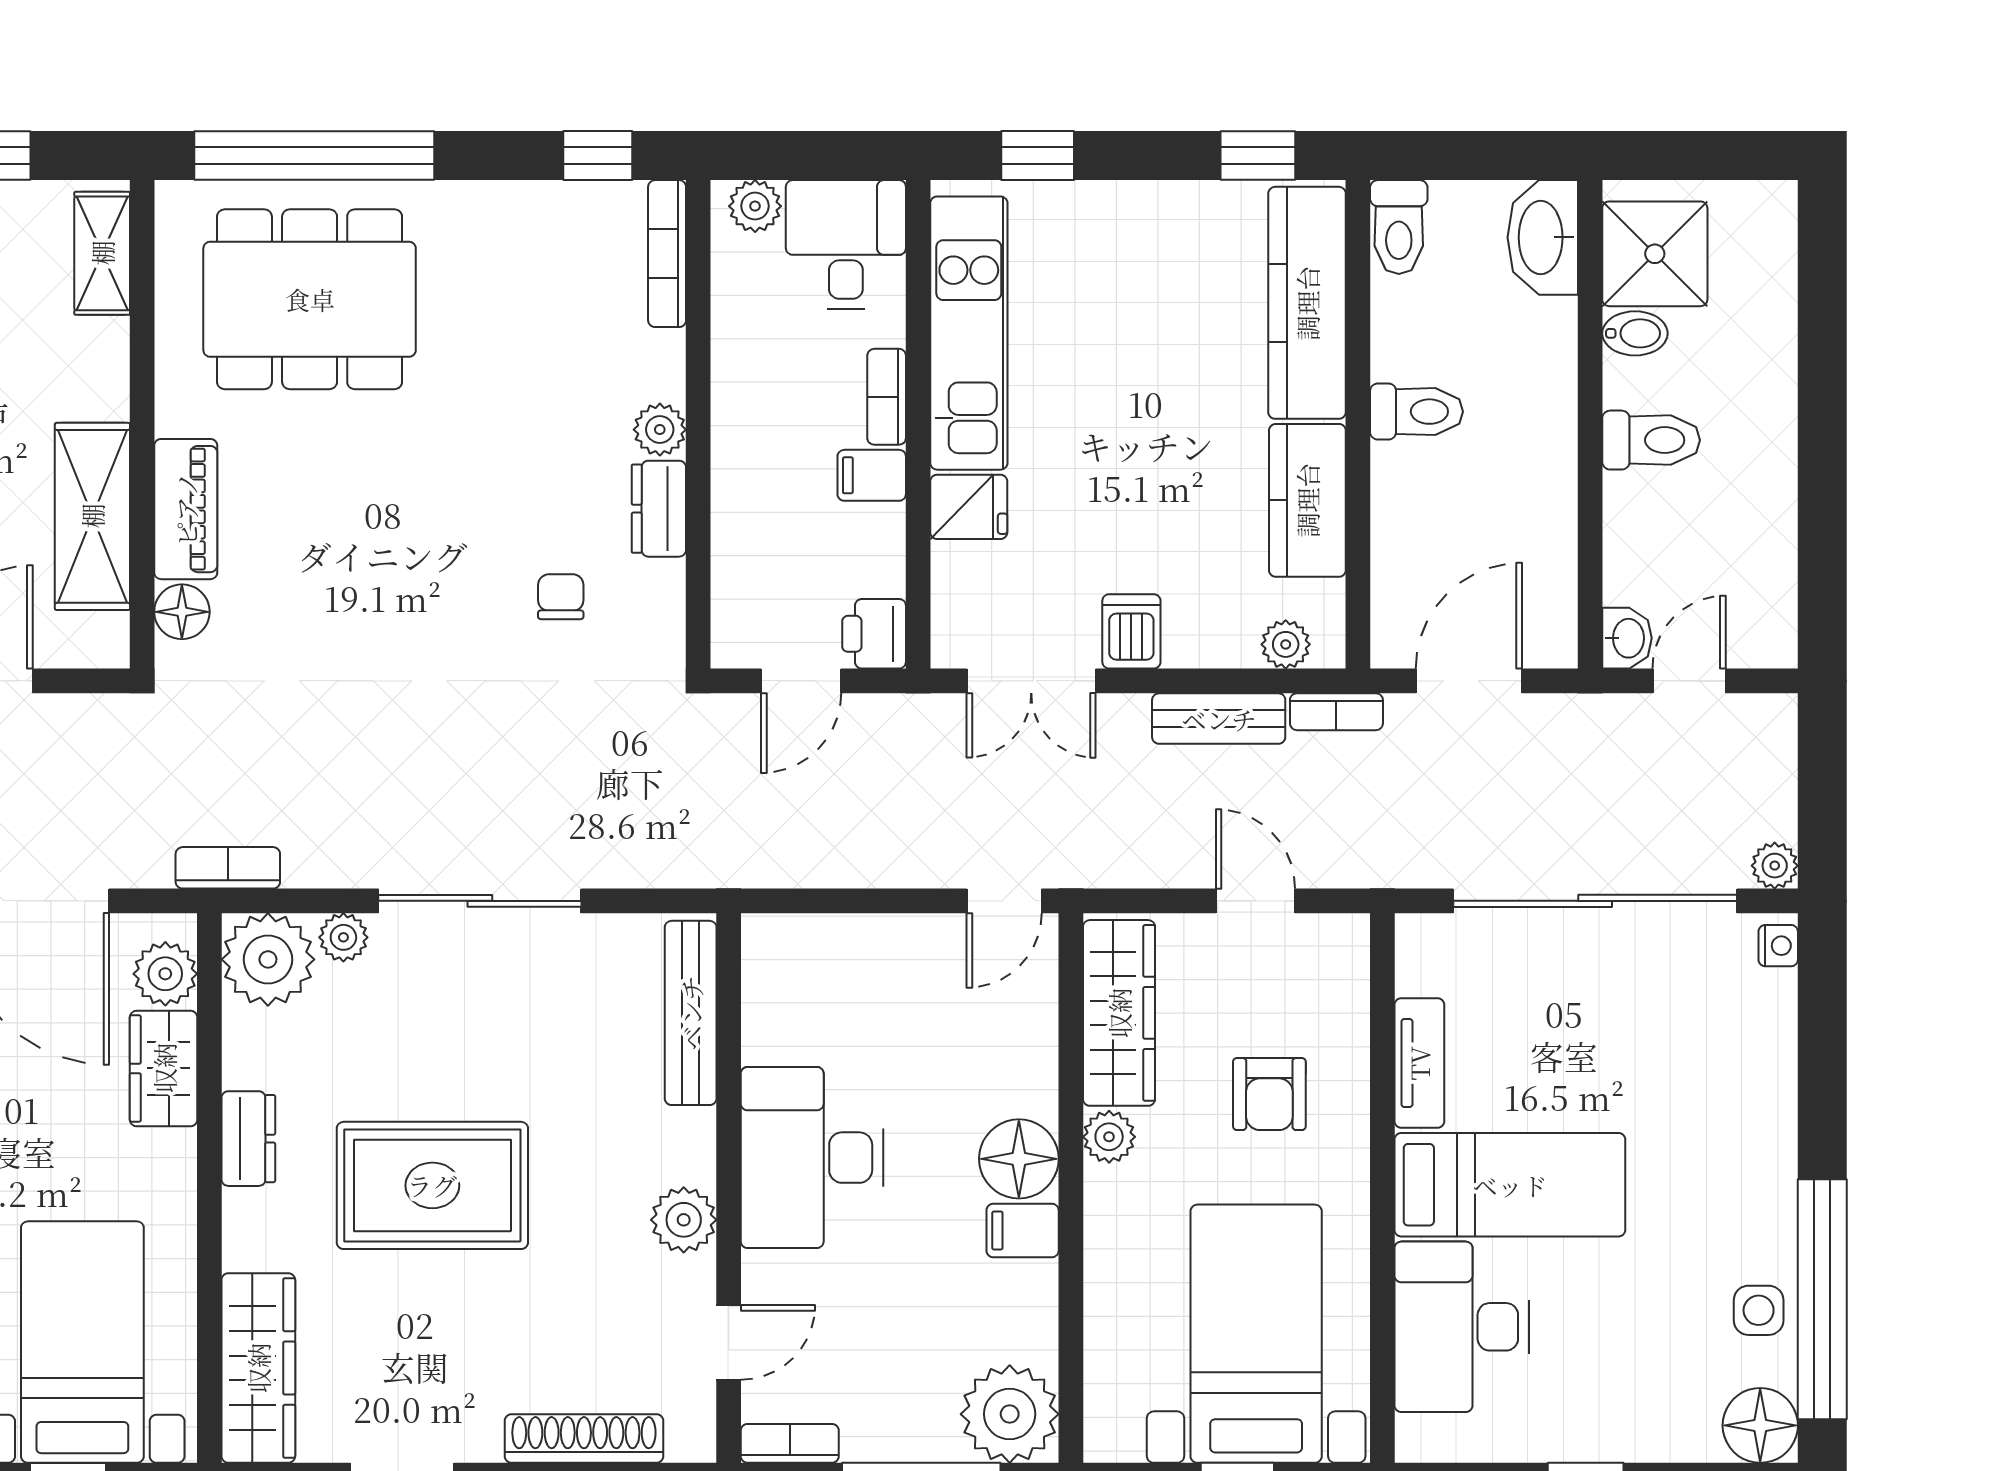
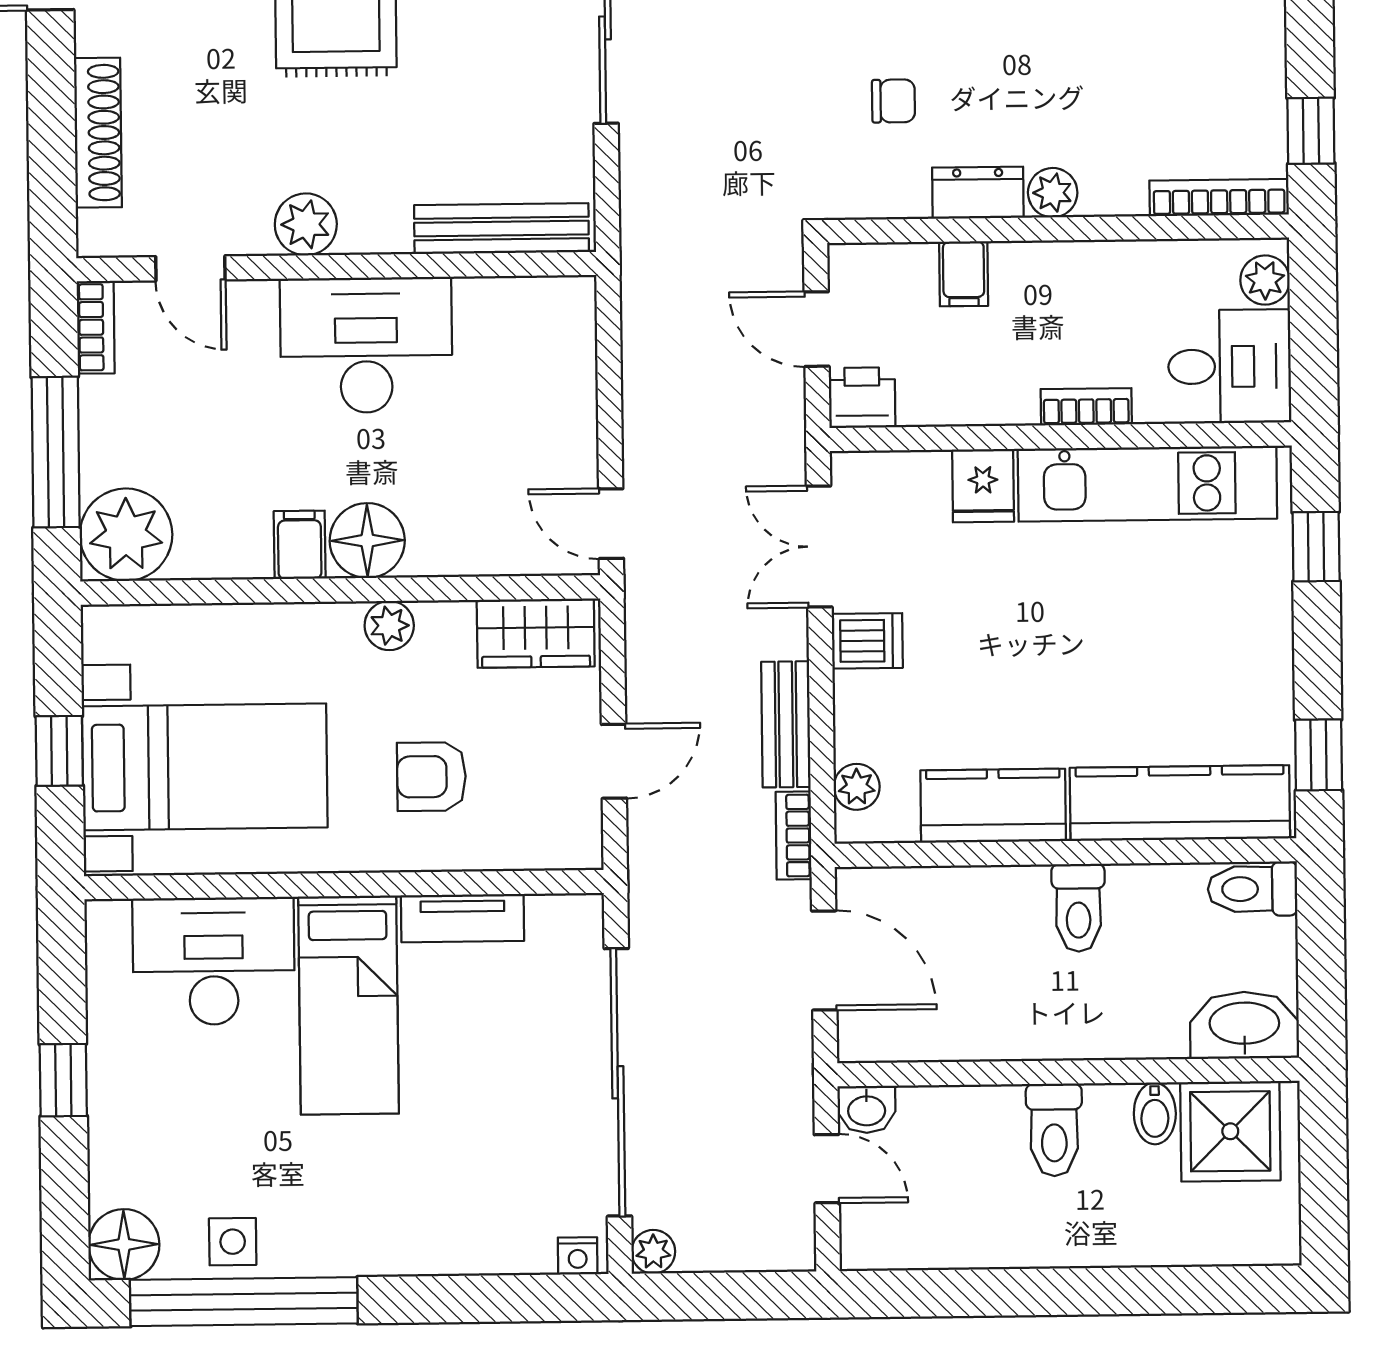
filing cabinet: (872, 475) -> (964, 274), moved, turned 180
wardrobe: (1119, 1013) -> (536, 633), width x0.67

